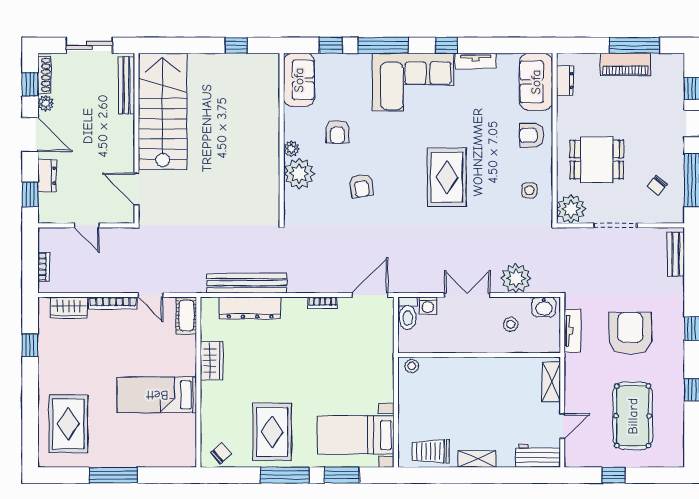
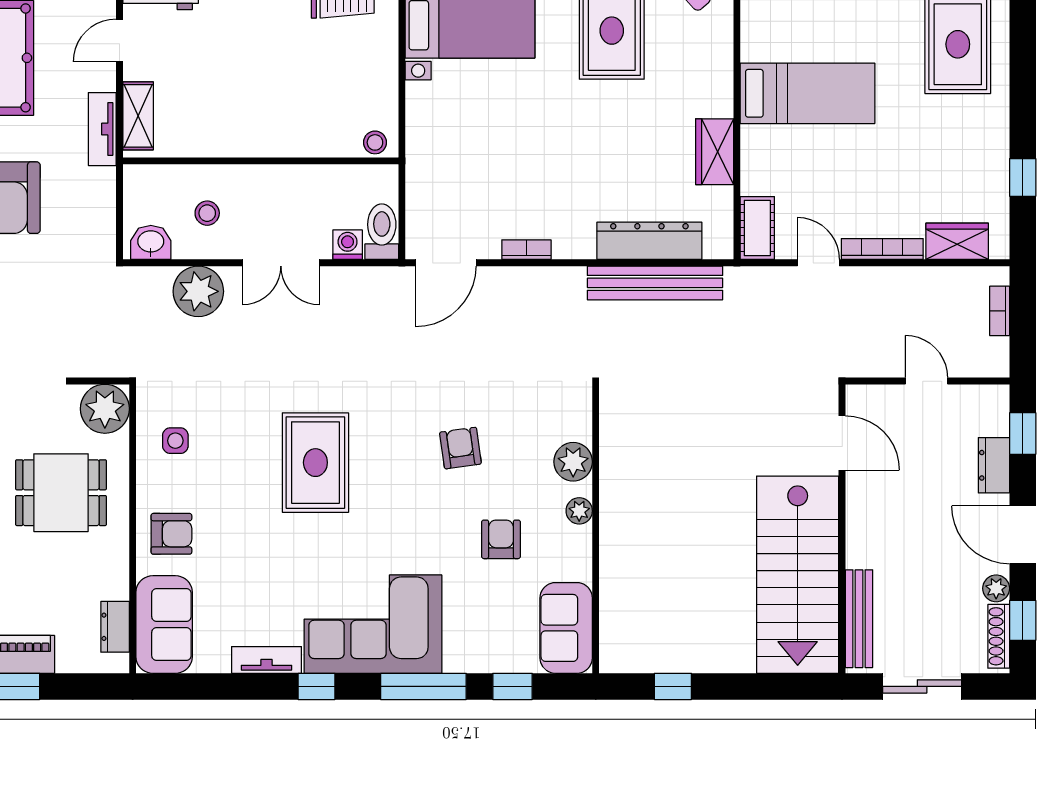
plant: (299, 174) -> (573, 462), width x0.73, depth x0.73
tv unit: (572, 331) -> (102, 129), moved

